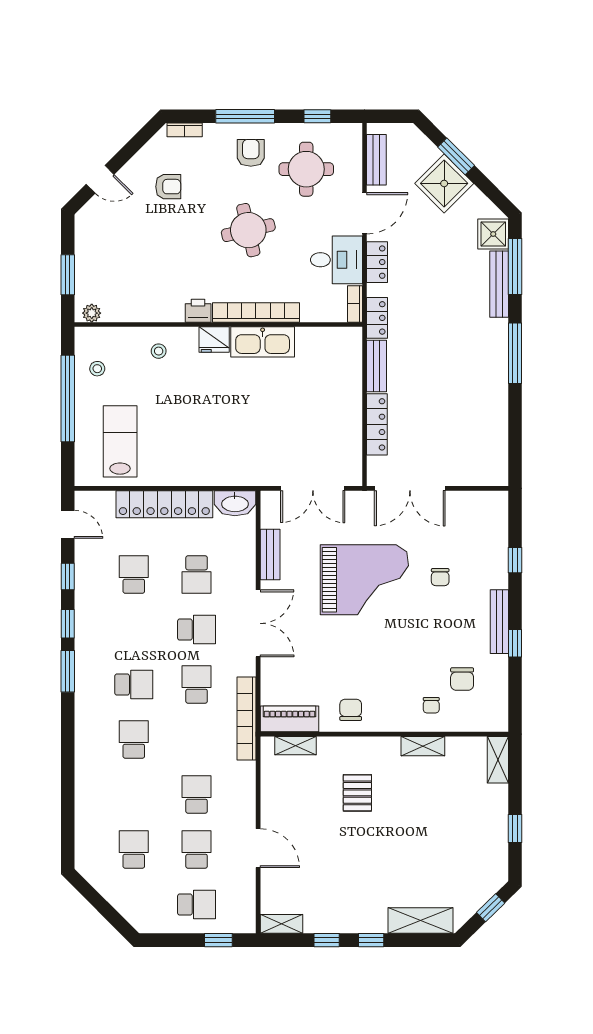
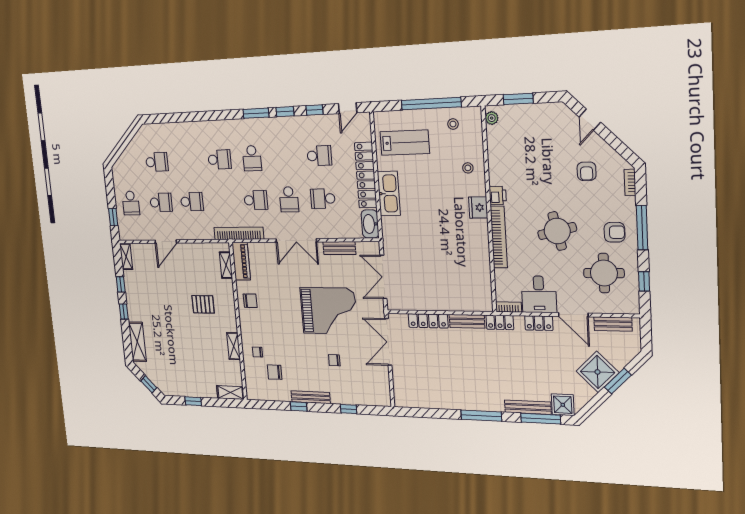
kitchen sink: (263, 342) -> (389, 193), moved, turned 180
grand piano: (364, 580) -> (329, 311), turned -90

